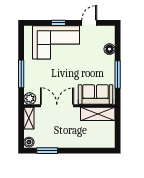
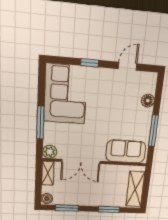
corner sofa: (56, 42) -> (65, 94), moved, turned -90
double door: (57, 106) -> (81, 161), swing flipped
shelving: (98, 114) -> (135, 189), moved, turned 90
window: (86, 151) -> (109, 209), added

